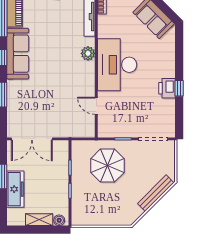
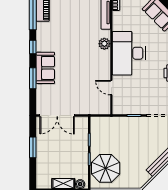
sofa: (18, 54) -> (45, 68), moved, width x0.73
parasol: (107, 166) -> (106, 168), moved
freezer: (15, 189) -> (43, 158), removed

